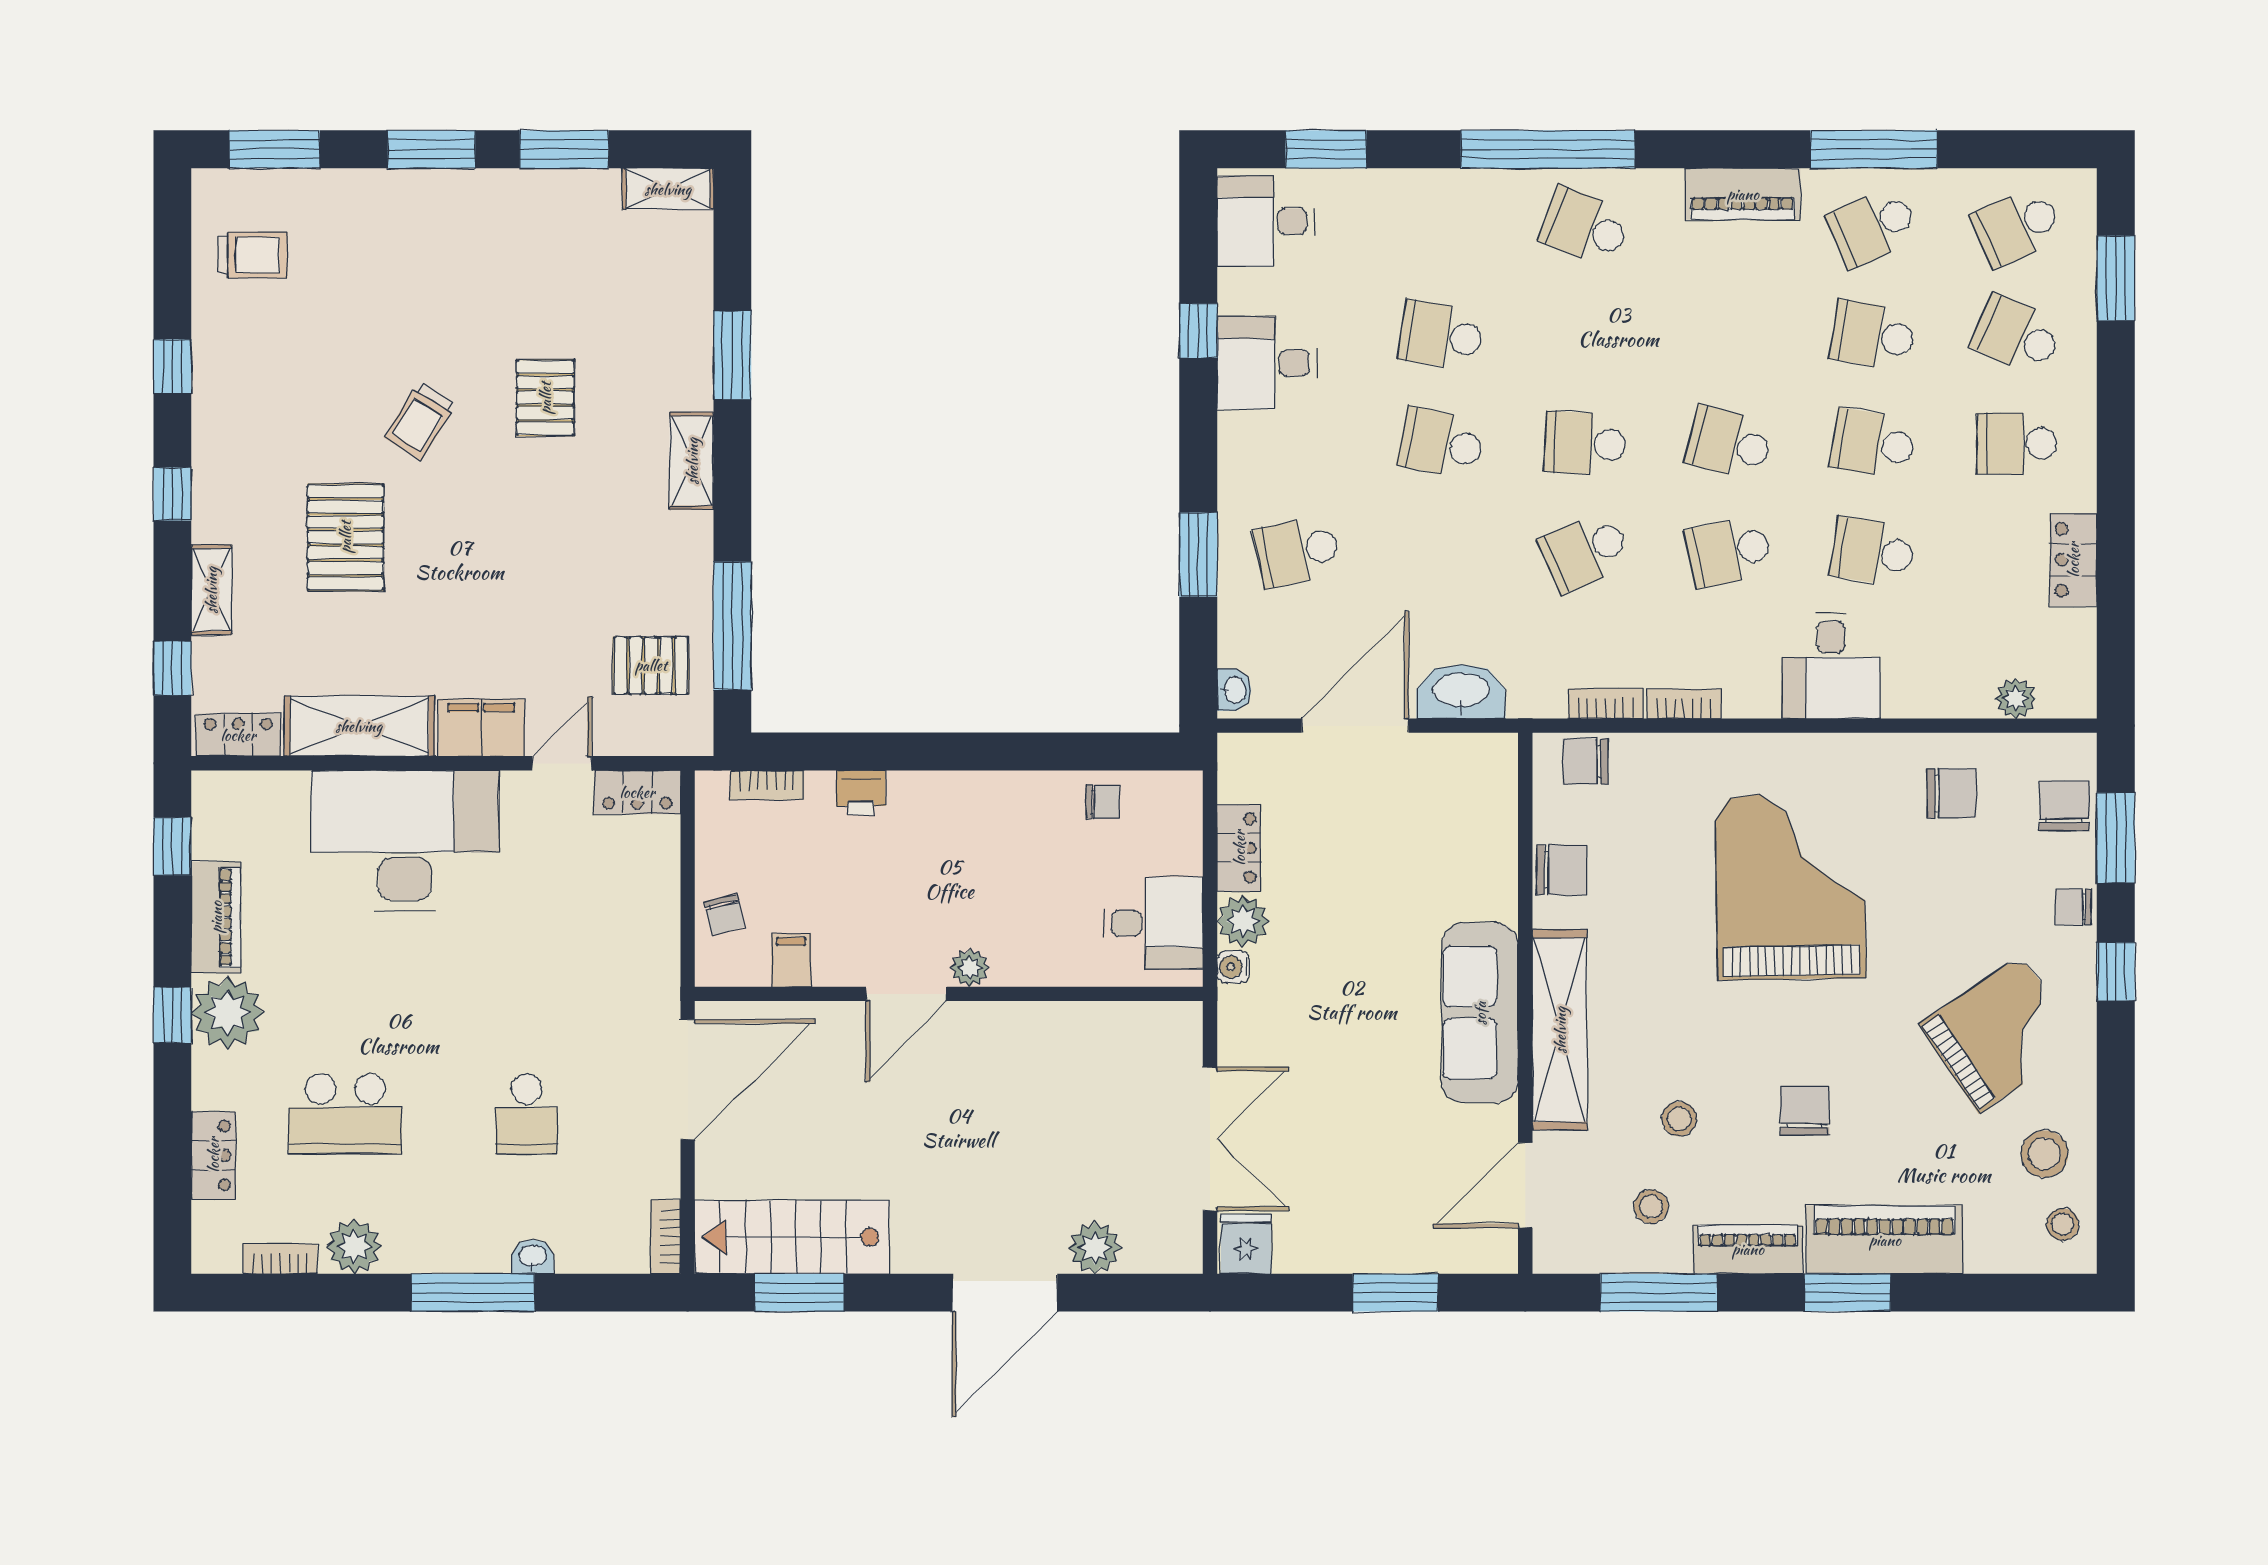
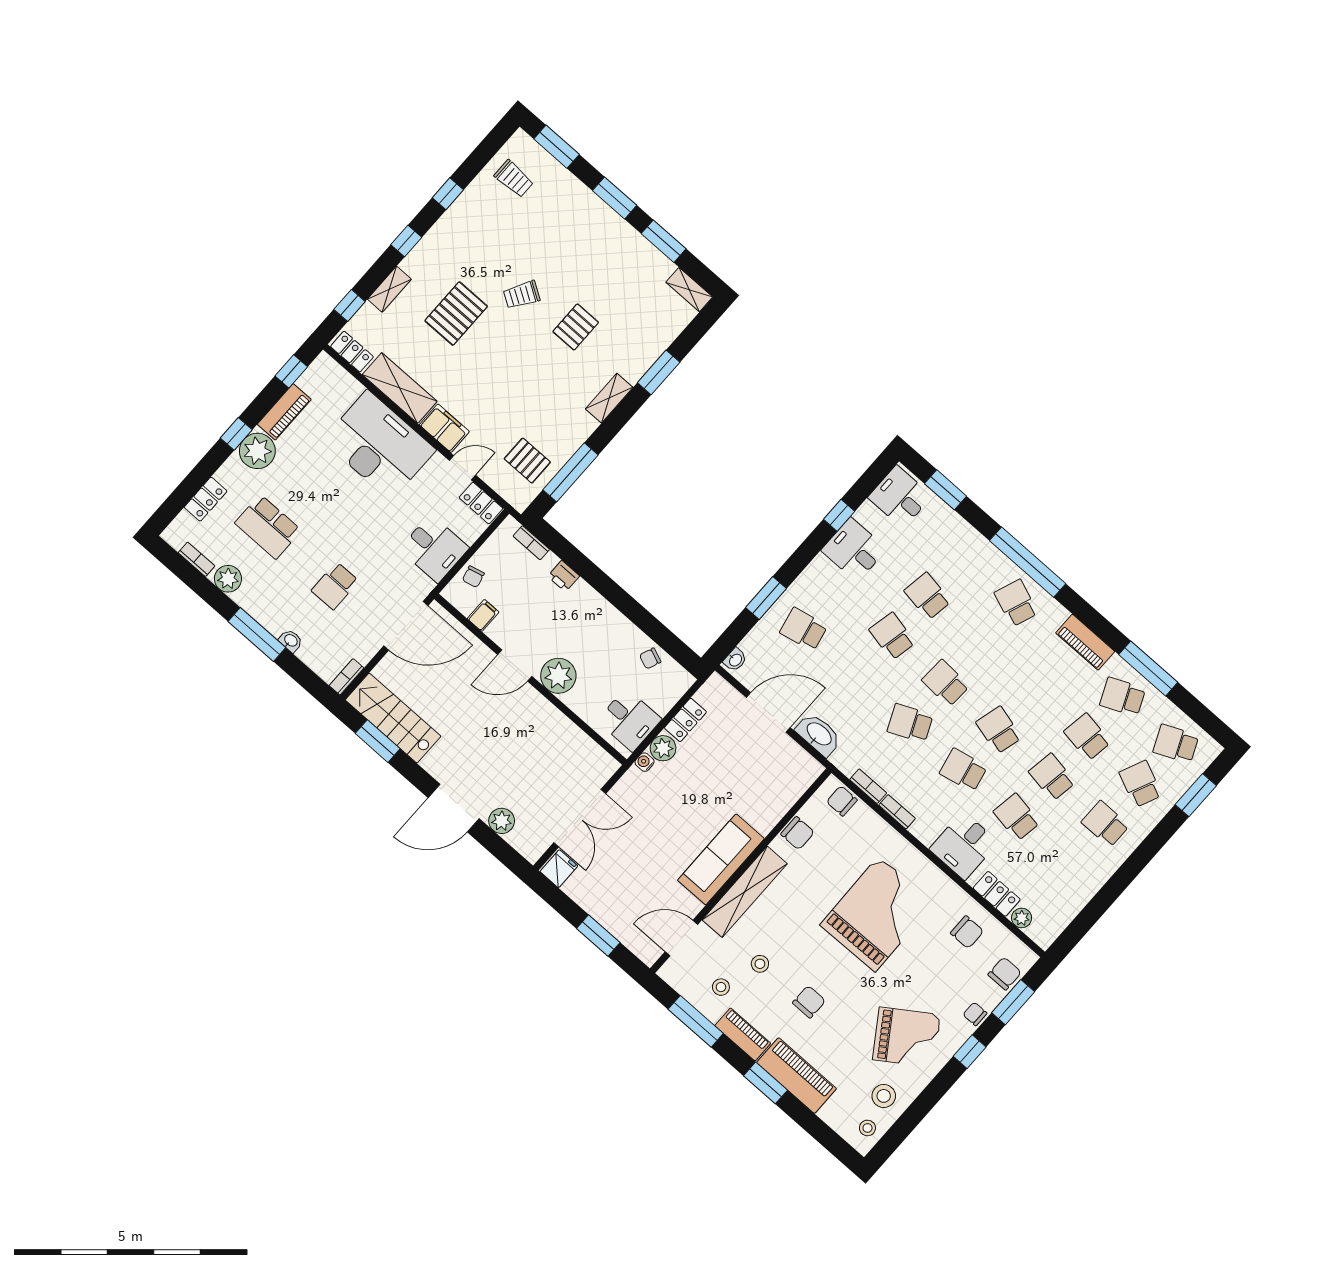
locker: (2073, 560) -> (997, 894), moved, turned 90
chair: (1103, 802) -> (650, 658), turned 112
desk: (627, 924) -> (434, 549), added
plant: (970, 968) -> (558, 676), width x1.88, depth x1.88

